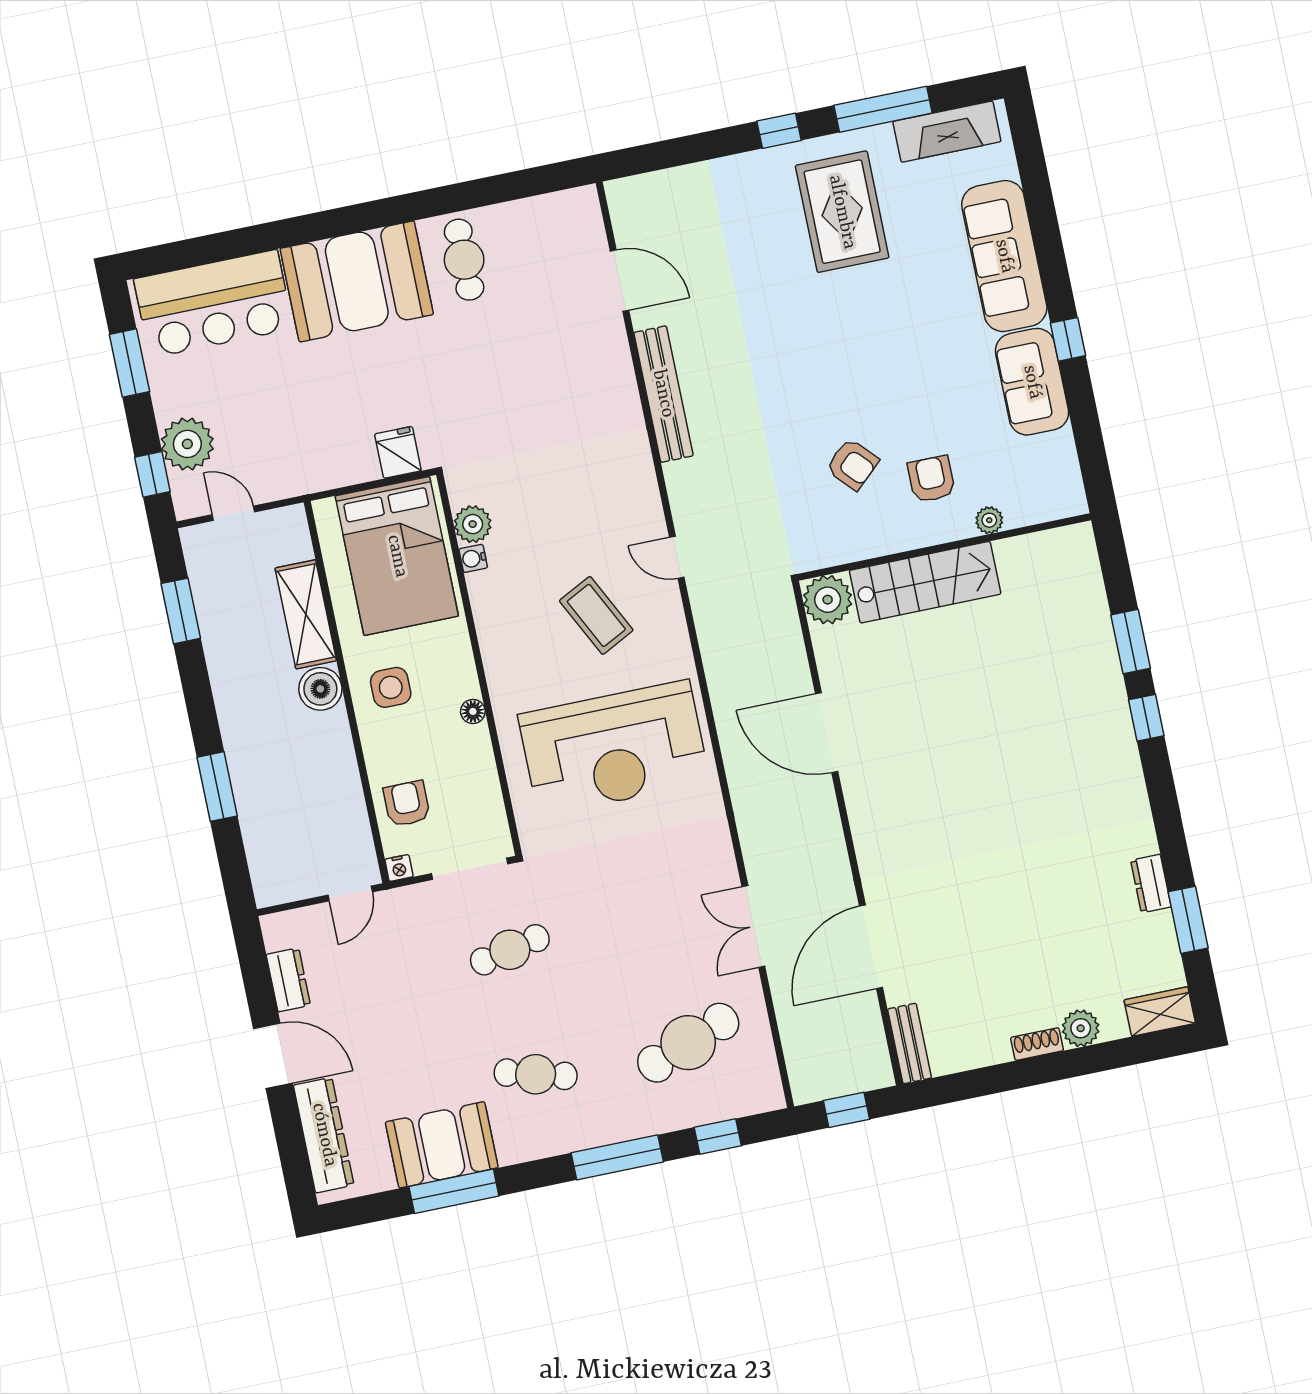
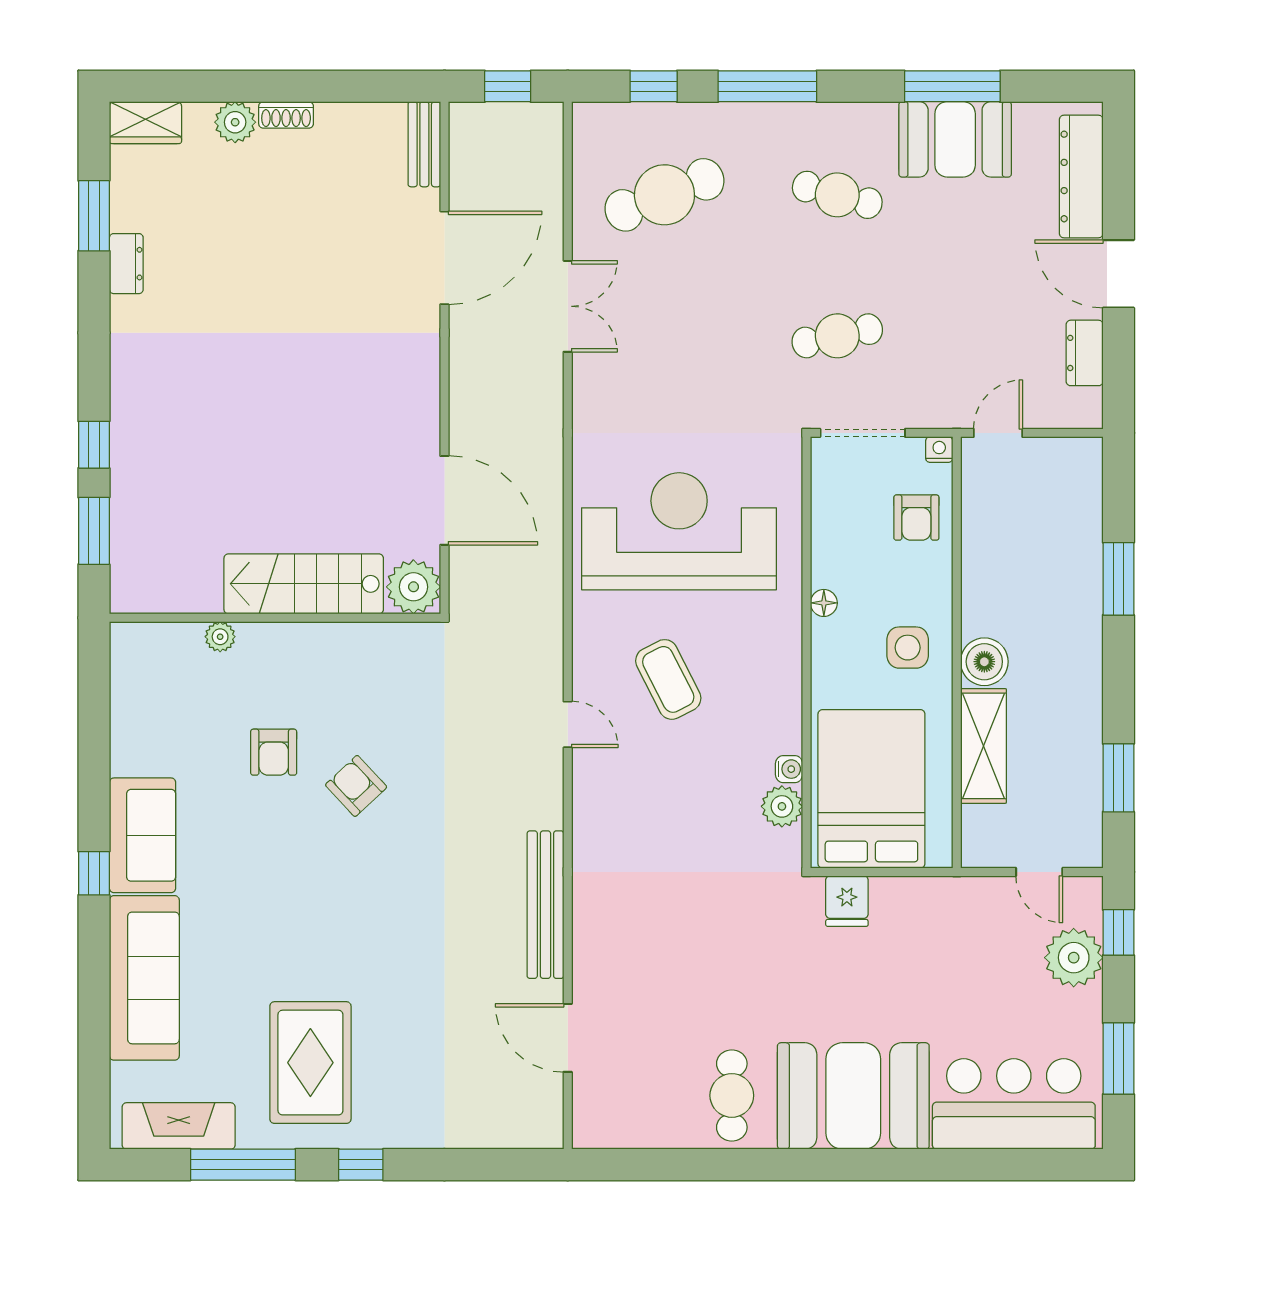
plant: (989, 520) -> (220, 637), moved
wall: (944, 547) -> (275, 618), moved
stairs: (925, 582) -> (304, 584), moved
plant: (828, 600) -> (413, 587), moved

